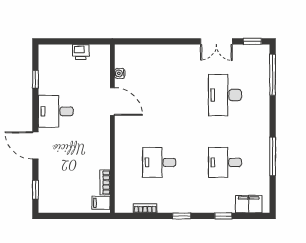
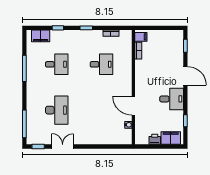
filing cabinet: (57, 54) -> (171, 138), added

